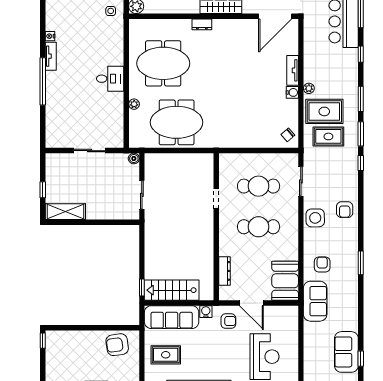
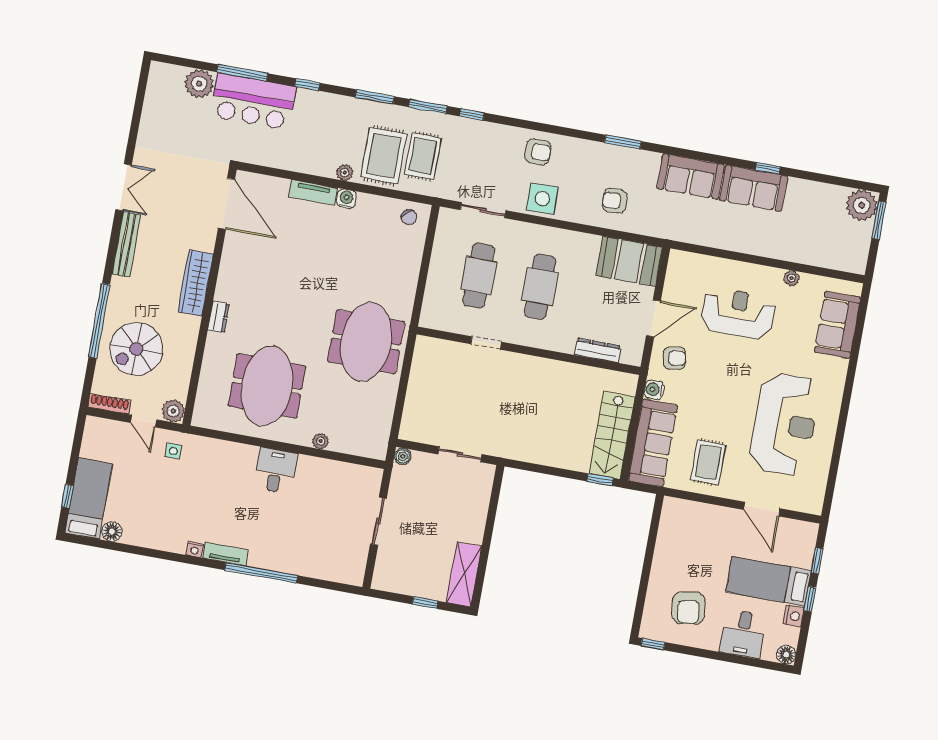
meeting table: (177, 122) -> (366, 342), moved
sofa: (315, 301) -> (691, 176), moved, turned 180
armchair: (228, 321) -> (674, 358), turned 80
armchair: (117, 345) -> (688, 608), moved

